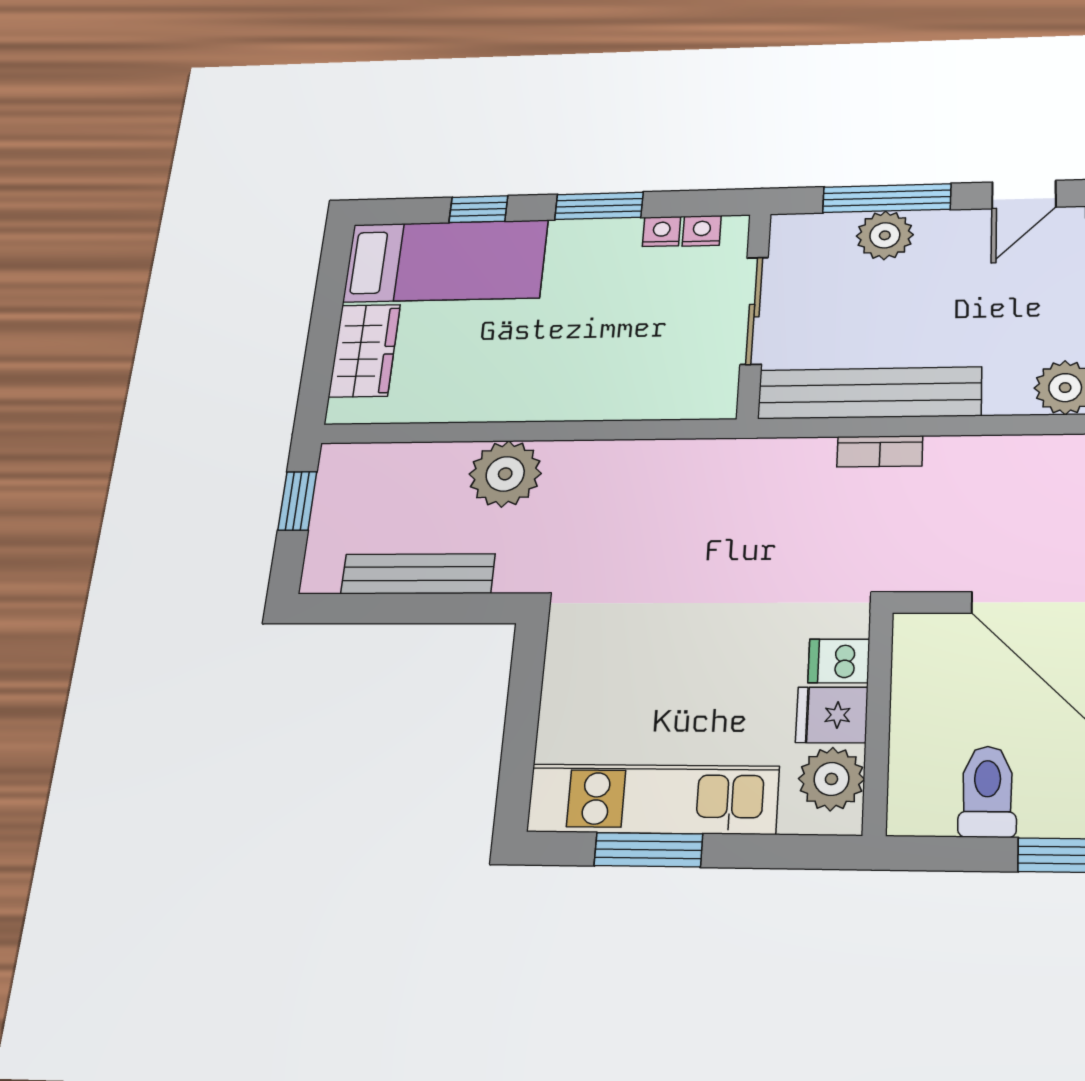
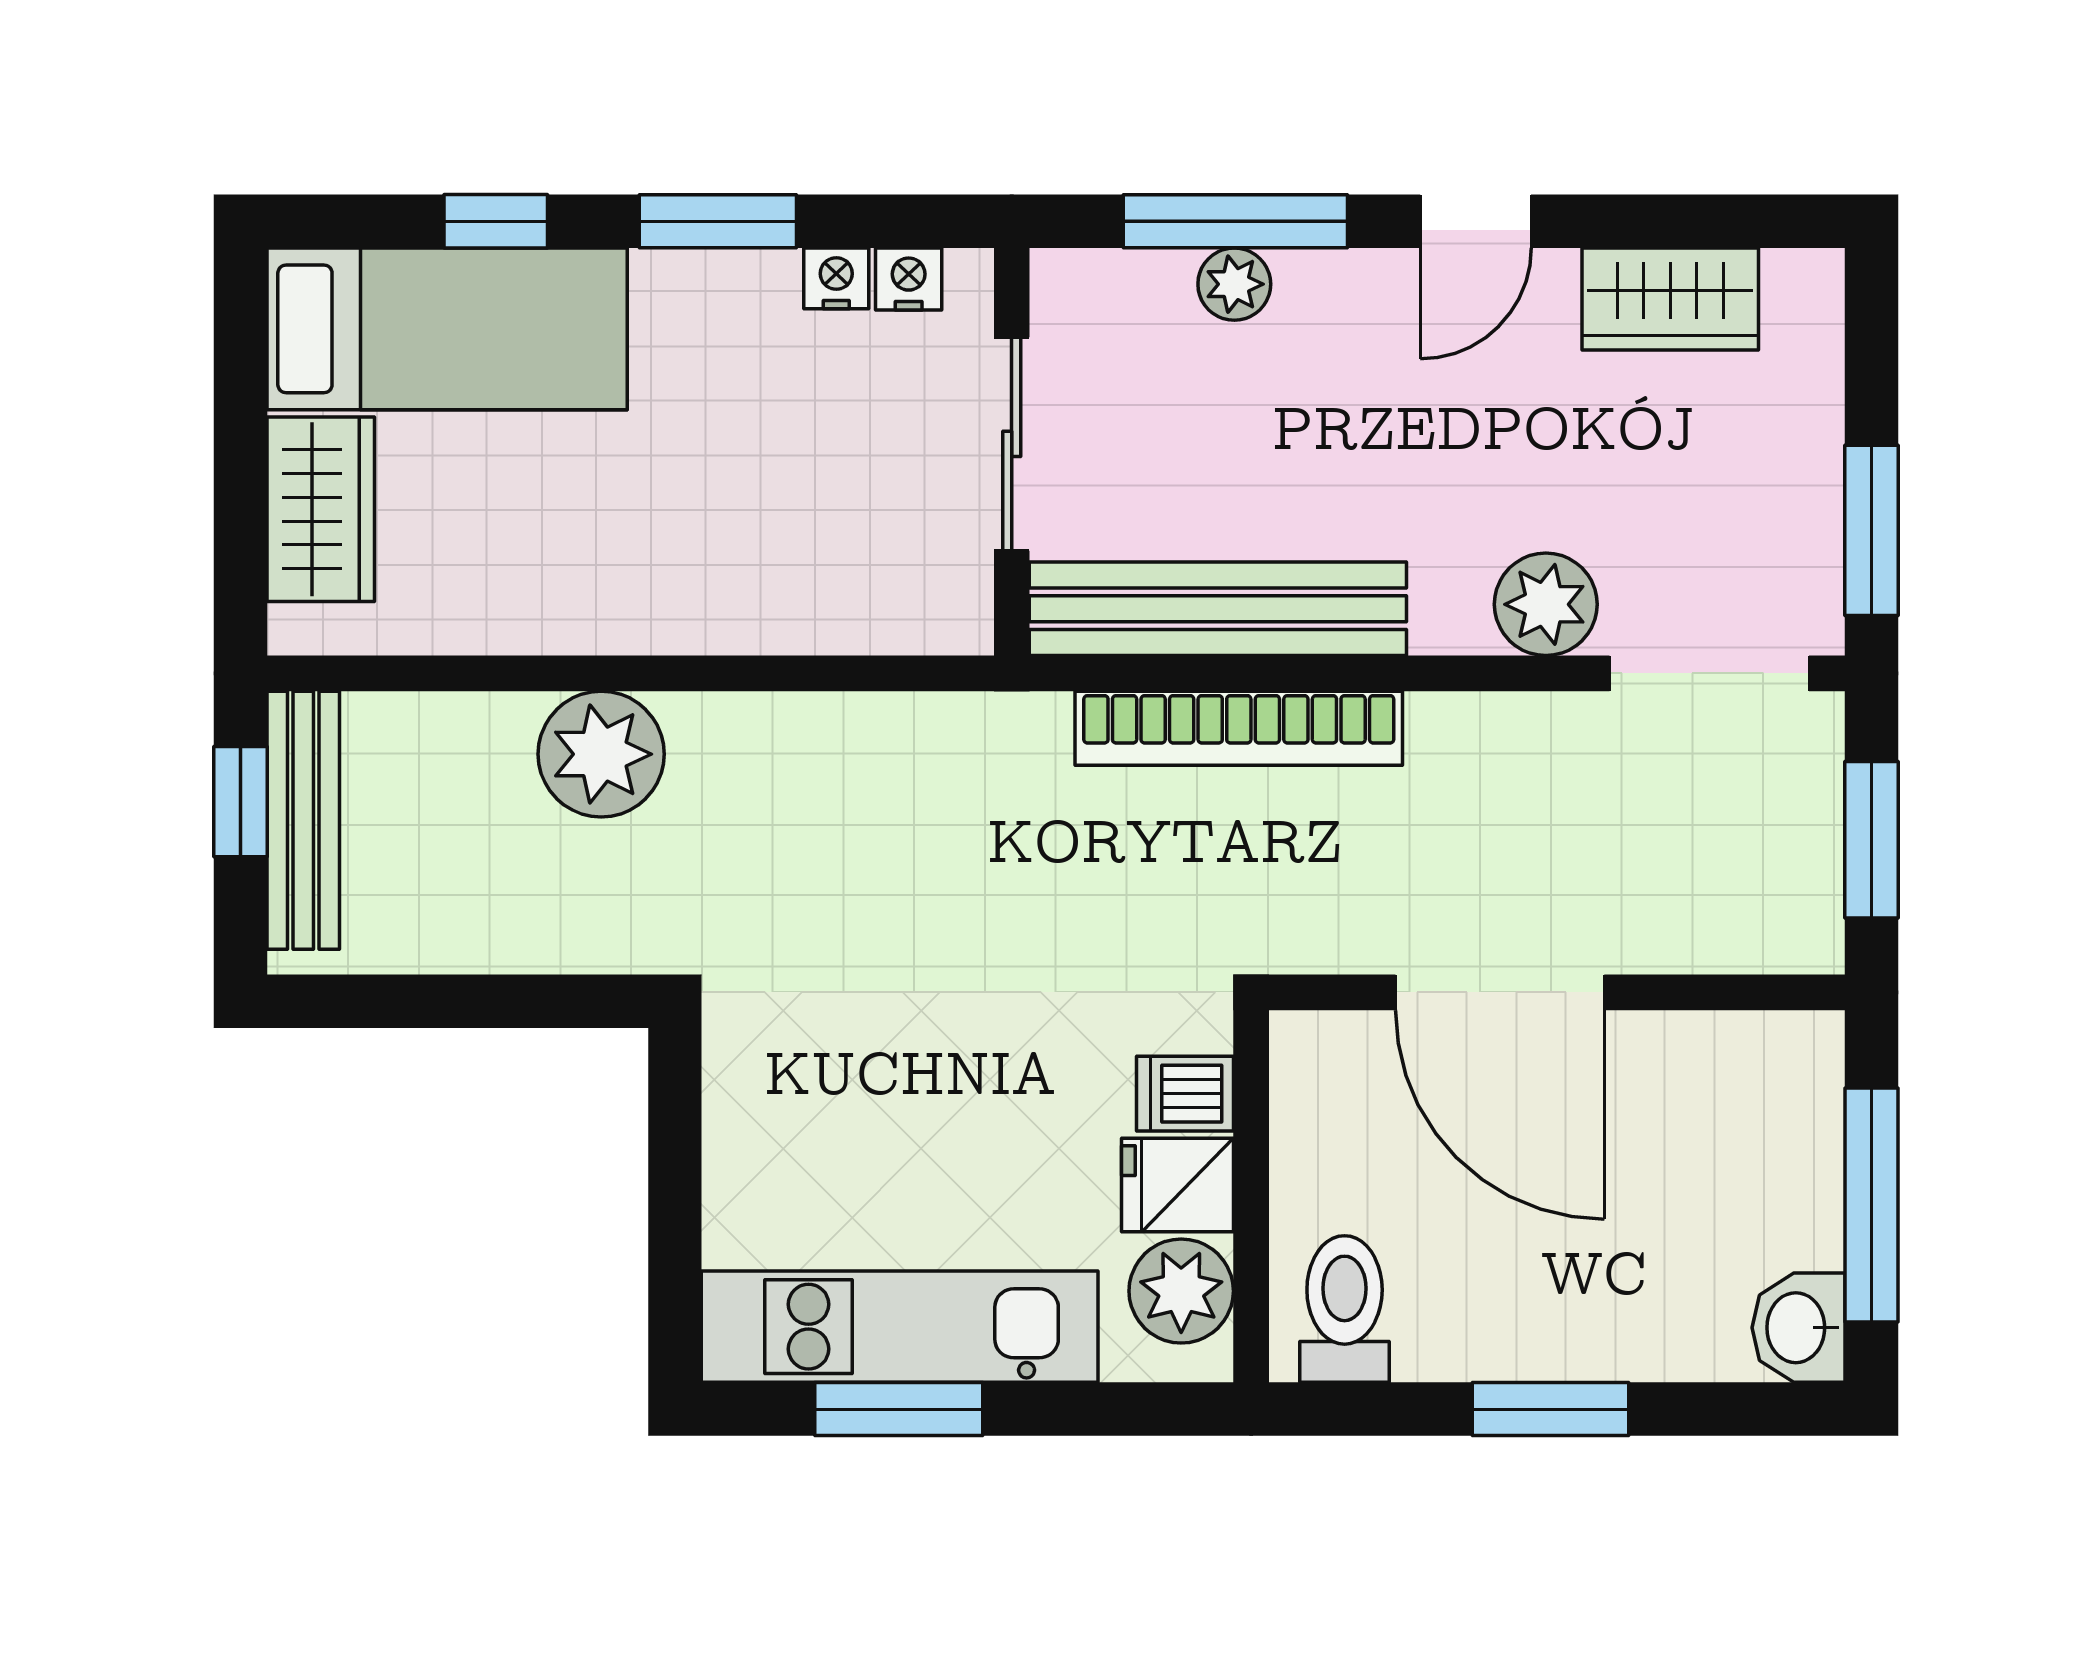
plant: (885, 235) -> (1234, 284), width x0.73, depth x0.73
bookcase: (880, 451) -> (1239, 728), width x2.31, depth x1.31
bench: (418, 574) -> (303, 820), moved, turned 90
toilet: (987, 791) -> (1345, 1309), moved

